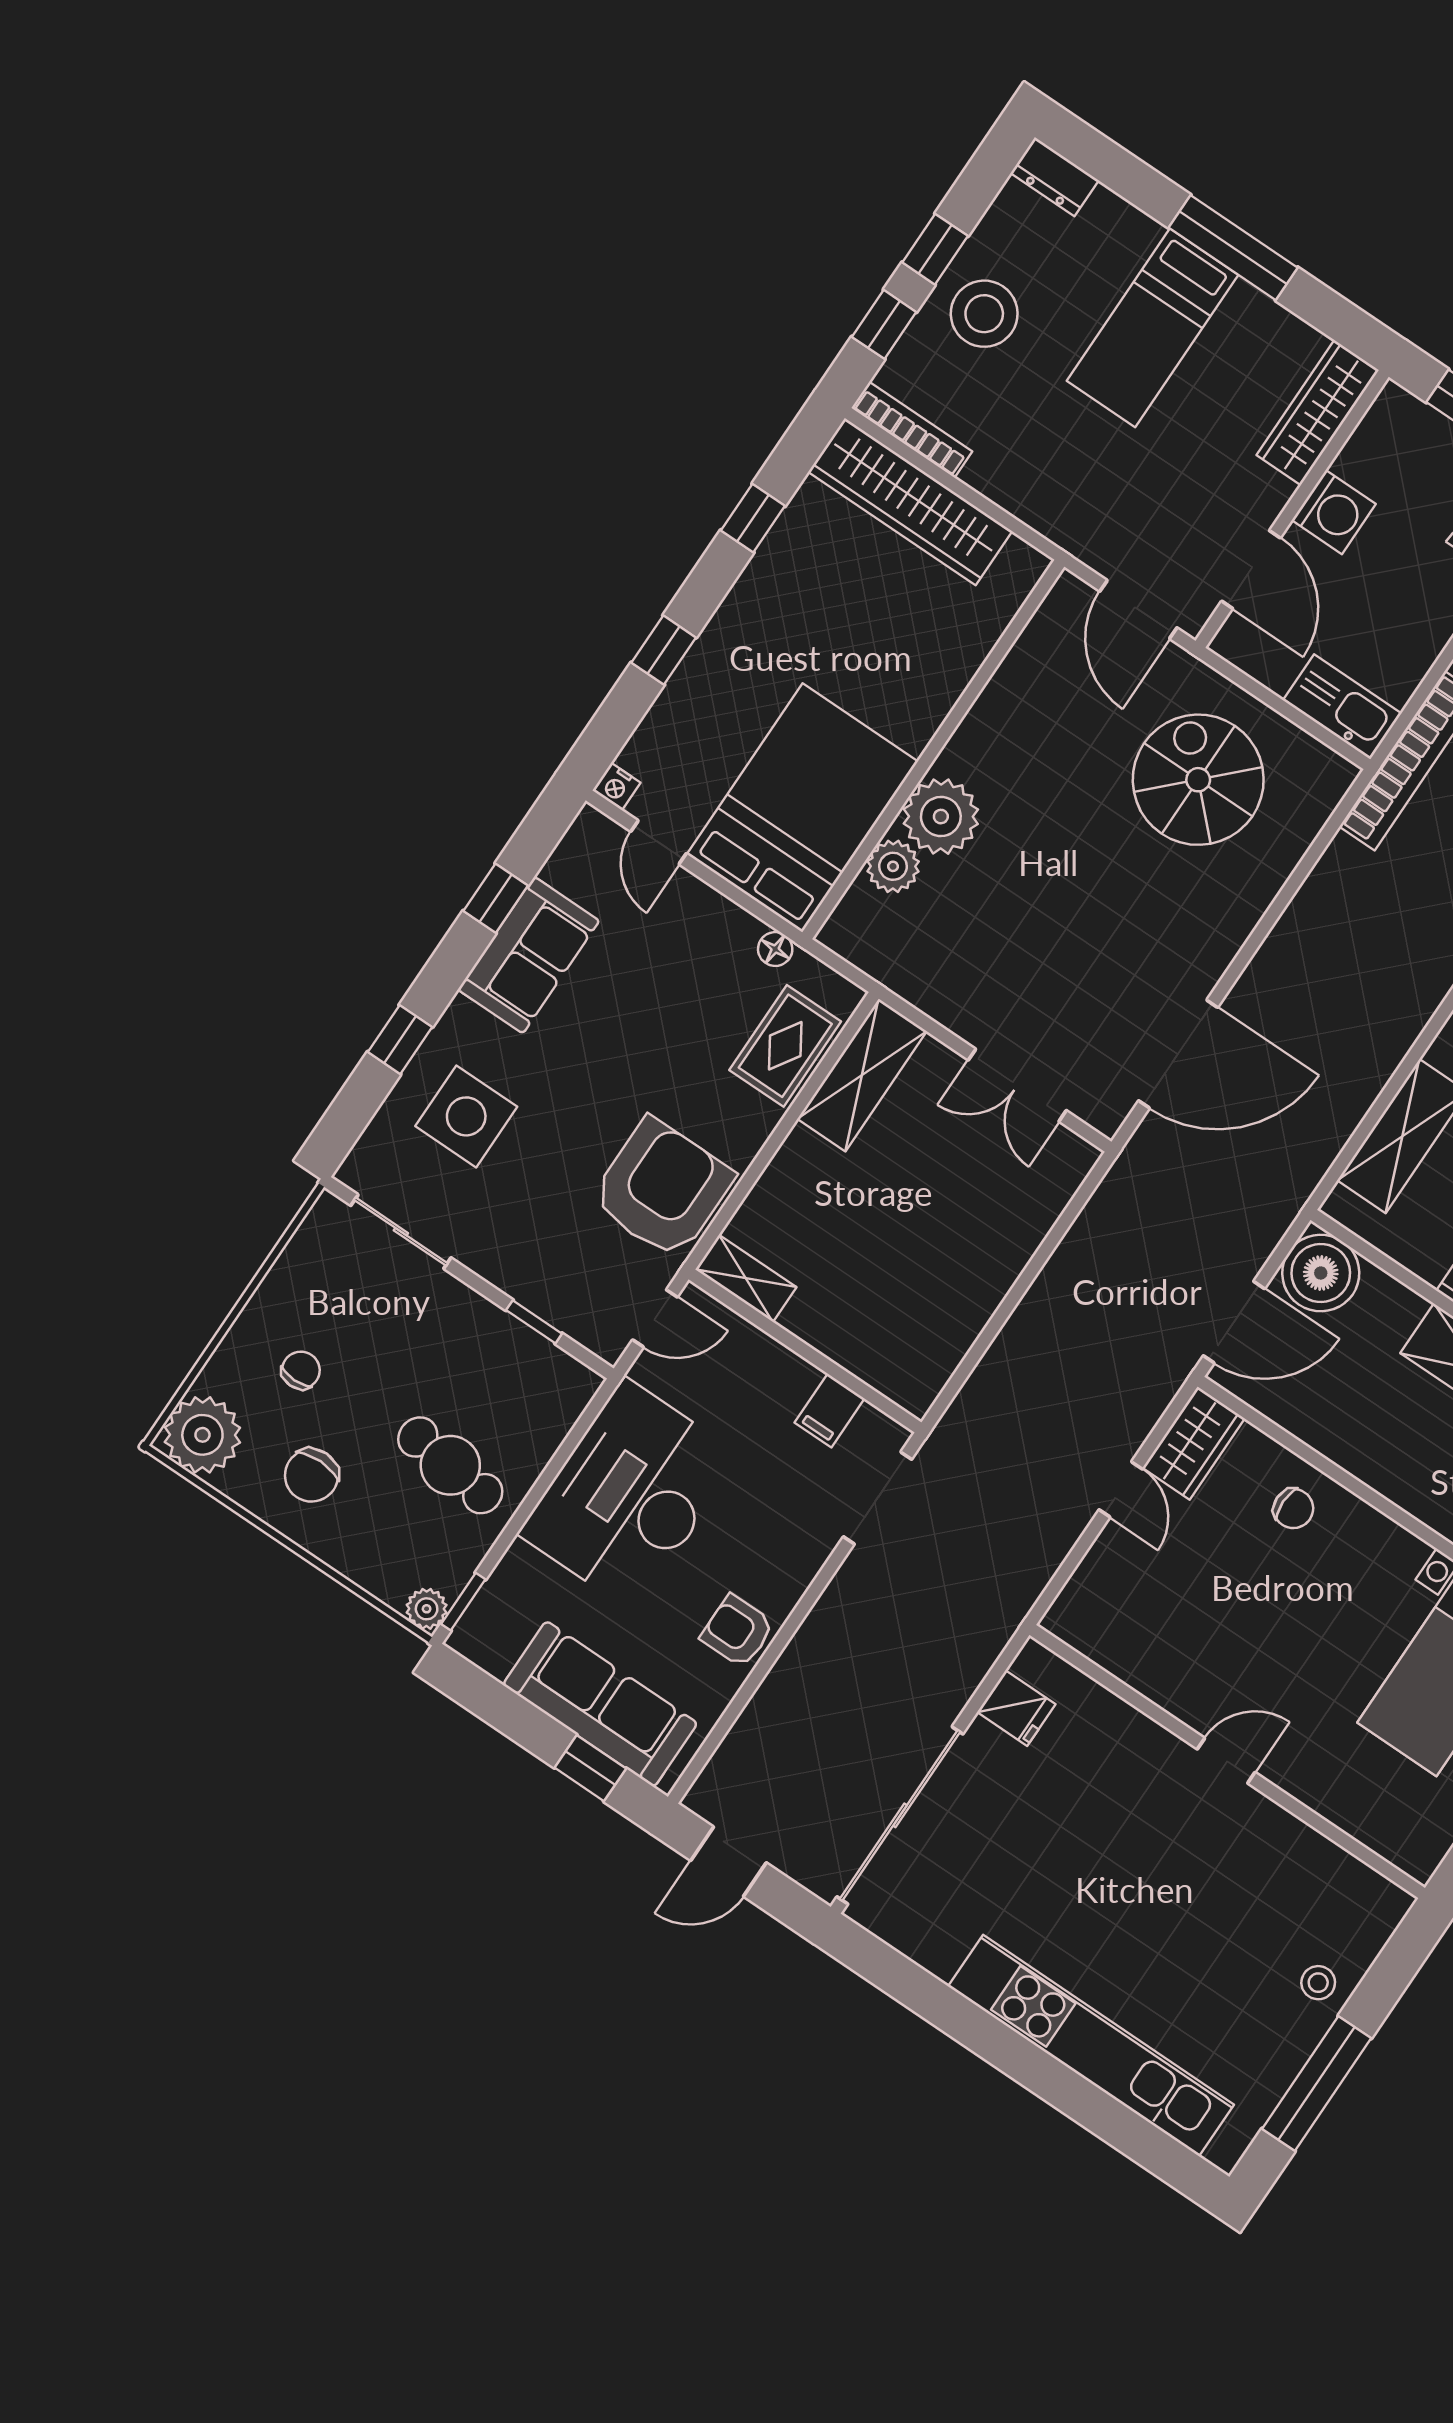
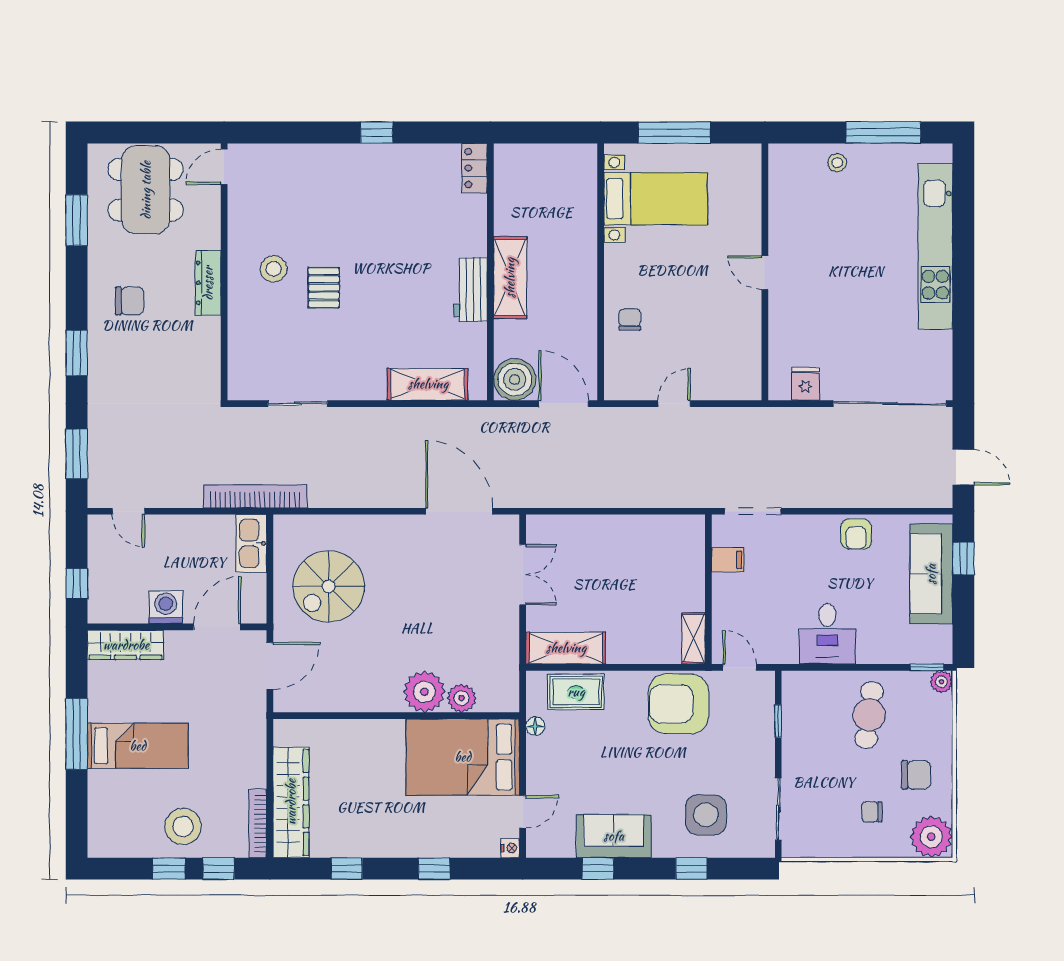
dresser: (1055, 177) -> (99, 837), removed
wardrobe: (1194, 1443) -> (631, 385), removed
desk: (630, 1495) -> (827, 634), width x0.53, depth x0.77

